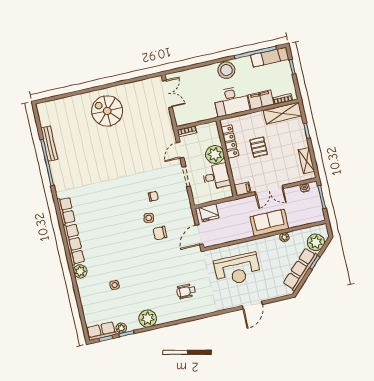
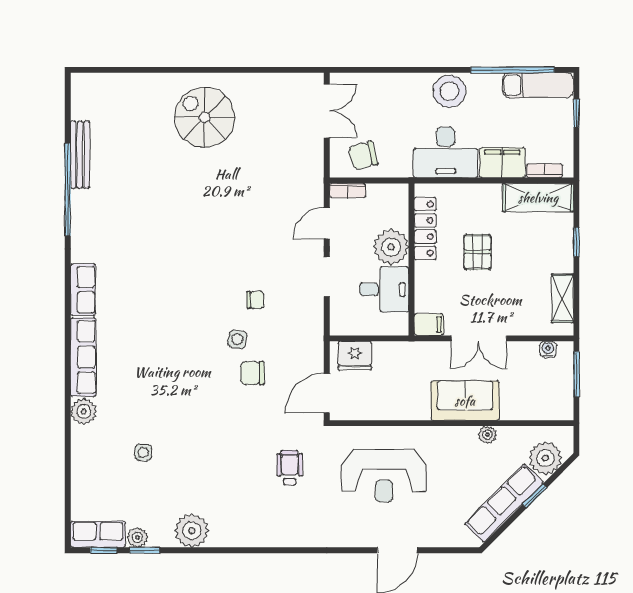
chair: (191, 112) -> (363, 156), added
wheelchair: (186, 291) -> (290, 468), moved, turned 90

